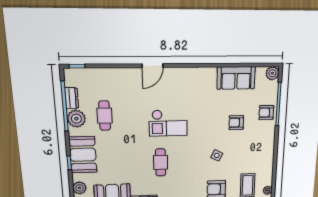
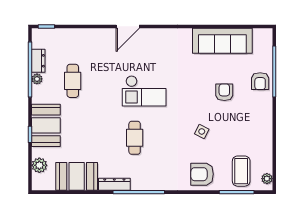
plant: (272, 73) -> (265, 36), removed
sofa: (236, 78) -> (222, 41), width x1.36
armchair: (266, 113) -> (260, 81), turned -90
plant: (76, 119) -> (37, 79), width x0.53, depth x0.53
armchair: (236, 123) -> (224, 92), turned 90

